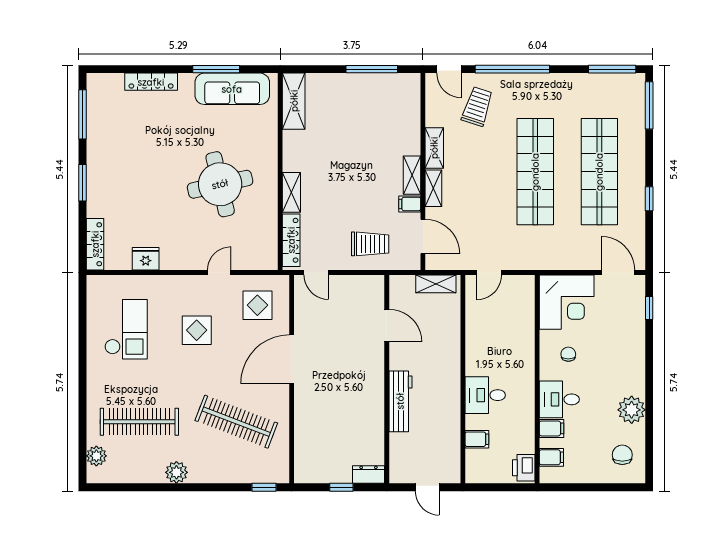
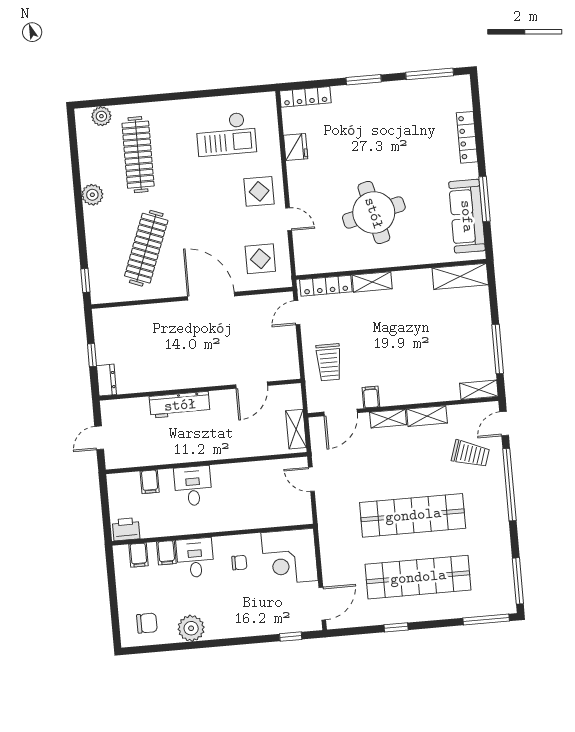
shelving: (412, 175) -> (479, 390), moved
display table: (197, 330) -> (259, 191), moved

